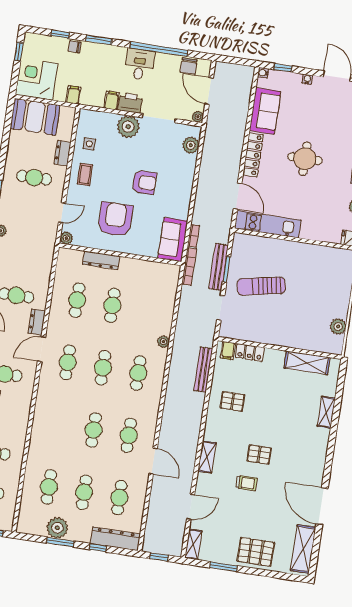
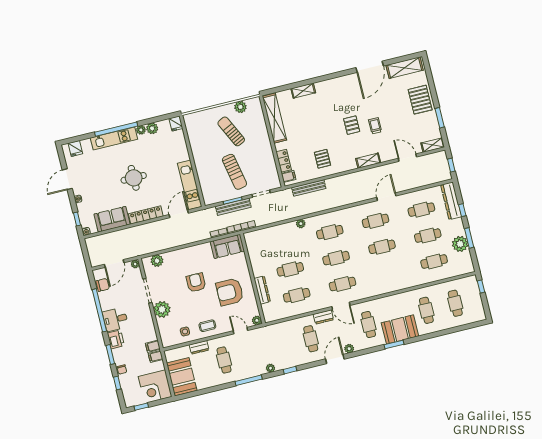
filing cabinet: (112, 100) -> (153, 346), moved
printer: (130, 103) -> (116, 339), moved, turned 180
sun lounger: (313, 303) -> (231, 131), added
shelving: (307, 363) -> (274, 118), width x1.47

